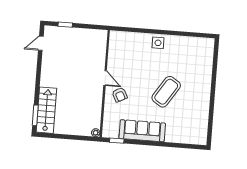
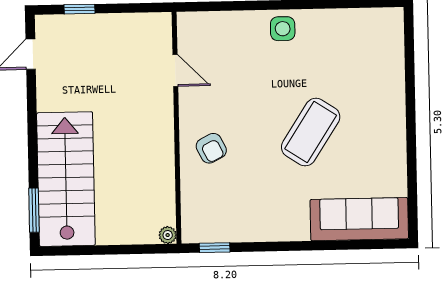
door: (105, 78) -> (175, 70), moved
stairs: (46, 110) -> (66, 179), width x1.36, depth x1.51
sofa: (142, 131) -> (359, 219), moved

